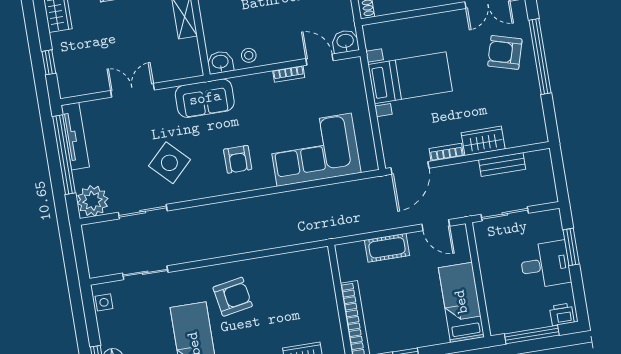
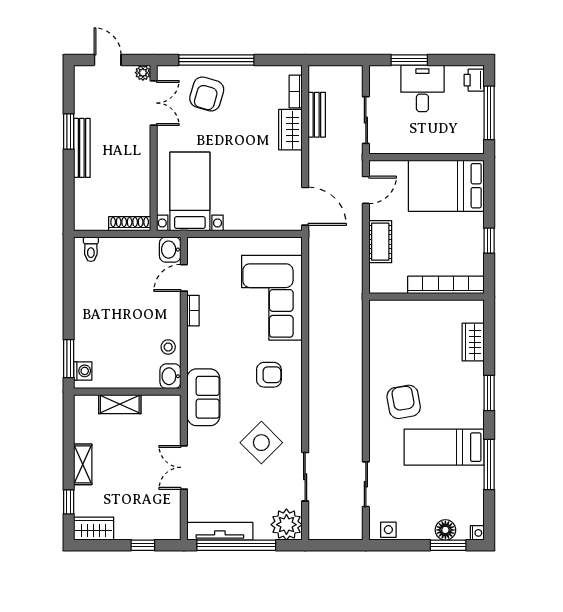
bed with nightstands: (410, 78) -> (190, 191), moved
bookcase: (446, 152) -> (296, 91), moved
bed: (461, 302) -> (446, 186), width x1.50

